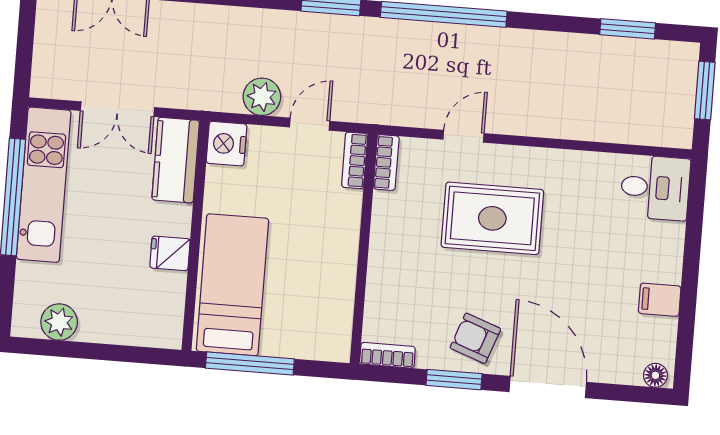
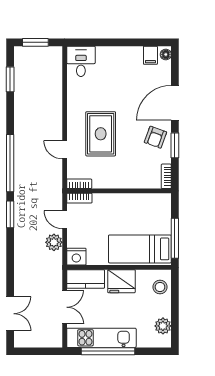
fridge: (170, 253) -> (121, 281), width x1.88, depth x1.34
filing cabinet: (660, 300) -> (150, 55), moved
stool: (145, 322) -> (160, 287), added

